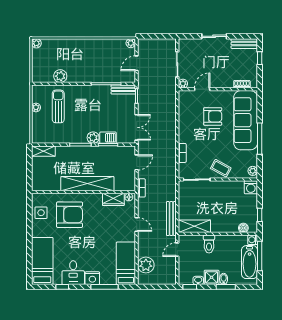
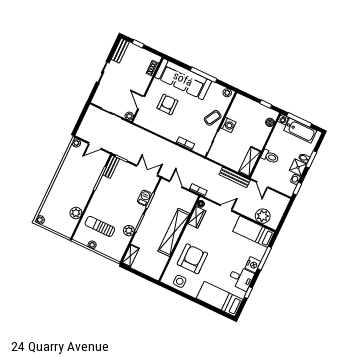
door: (137, 63) -> (95, 146), hinge flipped
plant: (93, 138) -> (129, 231), moved
washing machine: (251, 187) -> (228, 125), moved

